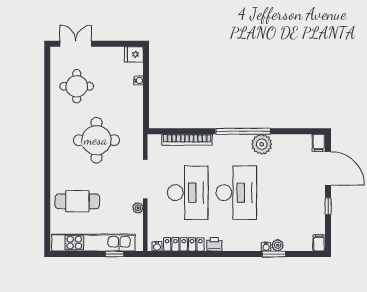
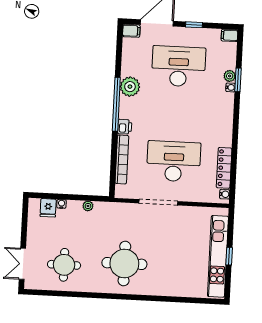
fridge: (134, 54) -> (48, 208), moved
round table: (96, 140) -> (124, 263), moved
desk: (236, 193) -> (179, 66), moved
cafe table: (77, 201) -> (177, 270), removed
plant: (138, 208) -> (88, 206), moved
printer: (214, 244) -> (125, 127), moved, turned 180
window: (115, 254) -> (229, 256), moved

